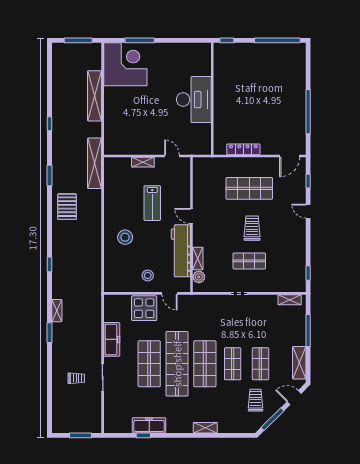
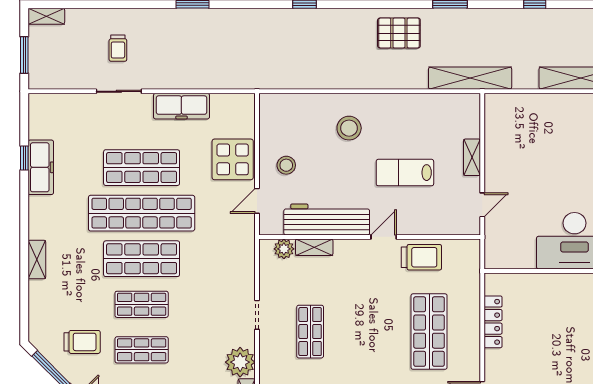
trolley: (252, 228) -> (421, 257), moved
plant: (268, 304) -> (240, 362), added
shelving: (57, 311) -> (46, 16), moved

